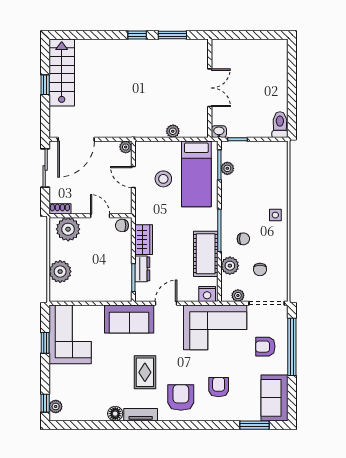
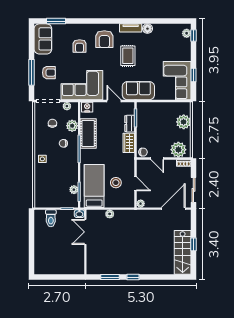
double door: (210, 88) -> (85, 232), moved
toilet: (280, 125) -> (51, 218), moved
door: (166, 303) -> (114, 101), swing flipped
window: (292, 347) -> (32, 72), width x0.68

